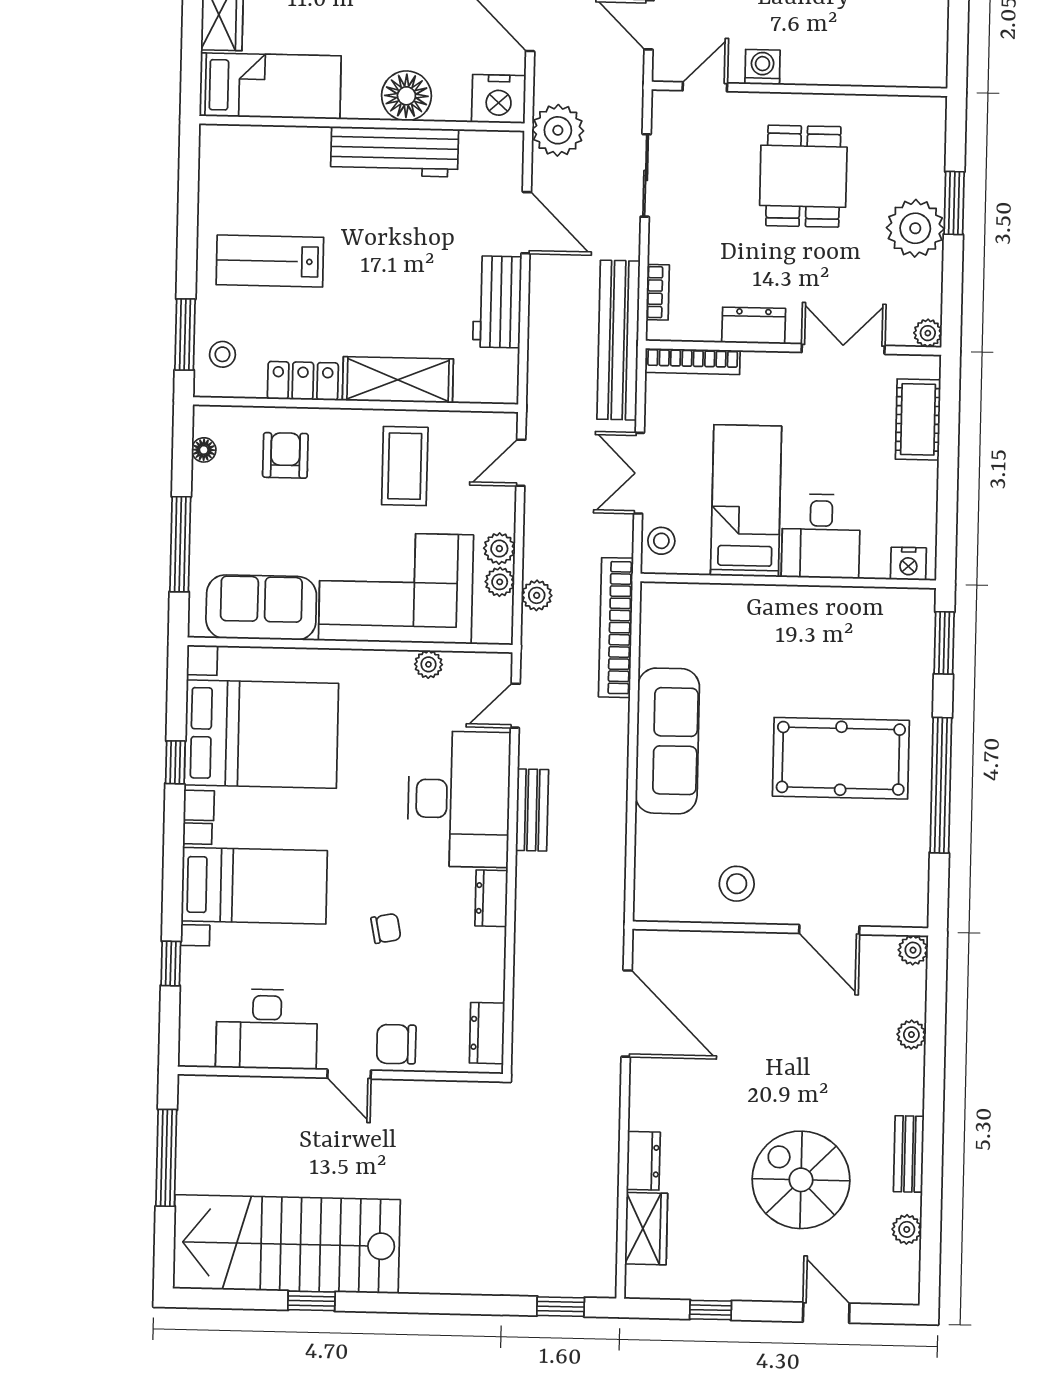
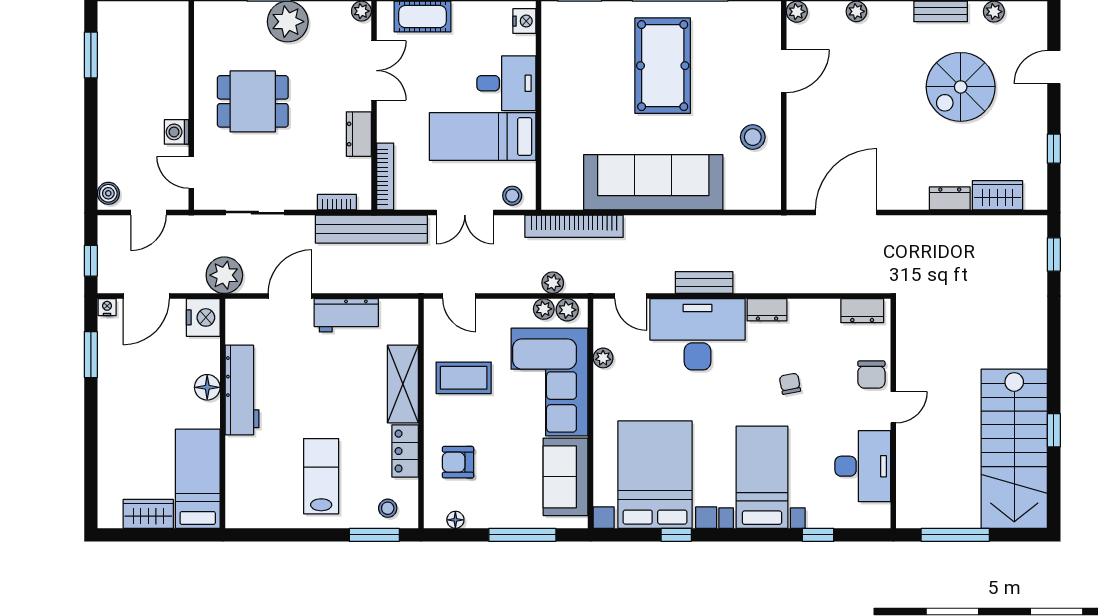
floor lamp: (406, 96) -> (207, 387), width x0.73, depth x0.73
lab bench: (270, 261) -> (321, 476), turned 180
double door: (843, 349) -> (374, 71), swing flipped
plant: (499, 549) -> (567, 310), moved
sofa: (667, 741) -> (653, 182), width x1.36, depth x1.27

